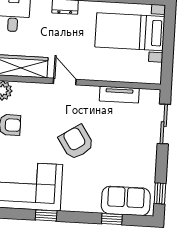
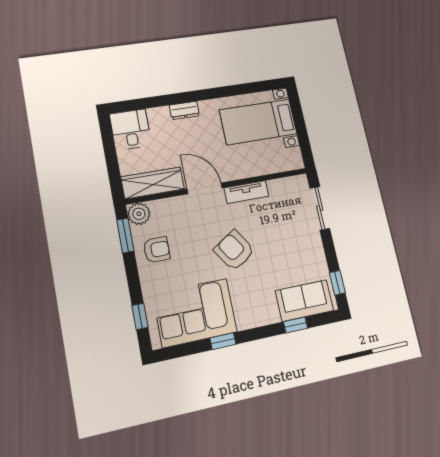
door: (65, 82) -> (205, 188), width x1.38
tv unit: (119, 95) -> (246, 192), moved

